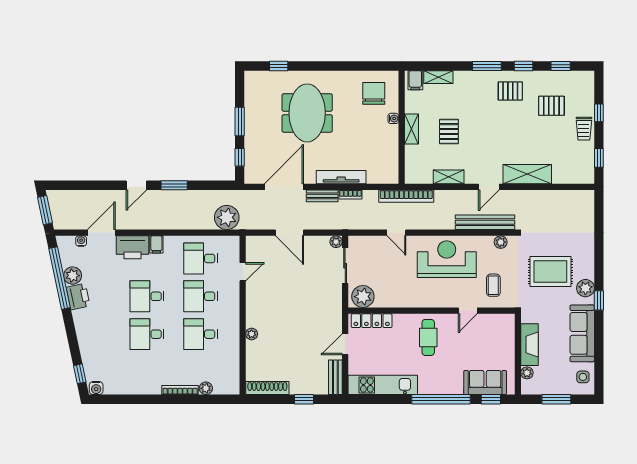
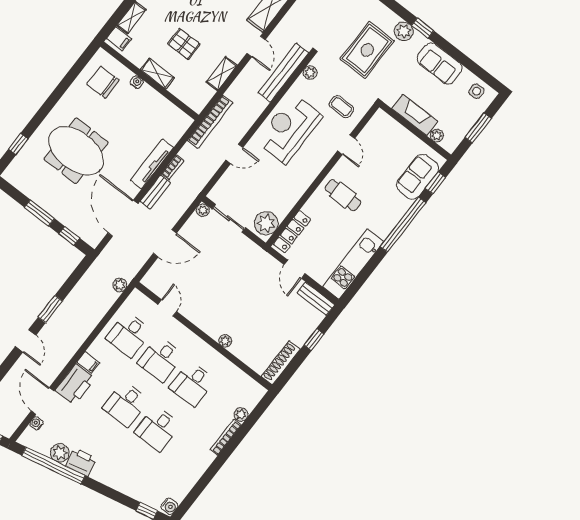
plant: (227, 217) -> (120, 285), width x0.53, depth x0.53
sofa: (582, 333) -> (440, 64), width x0.73

